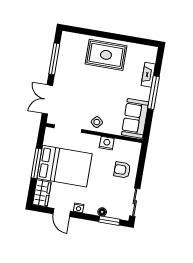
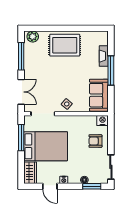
plant: (71, 39) -> (33, 37), added
double door: (47, 99) -> (21, 92), swing flipped
nightstand: (107, 143) -> (102, 121), moved
window: (36, 163) -> (21, 138), moved

